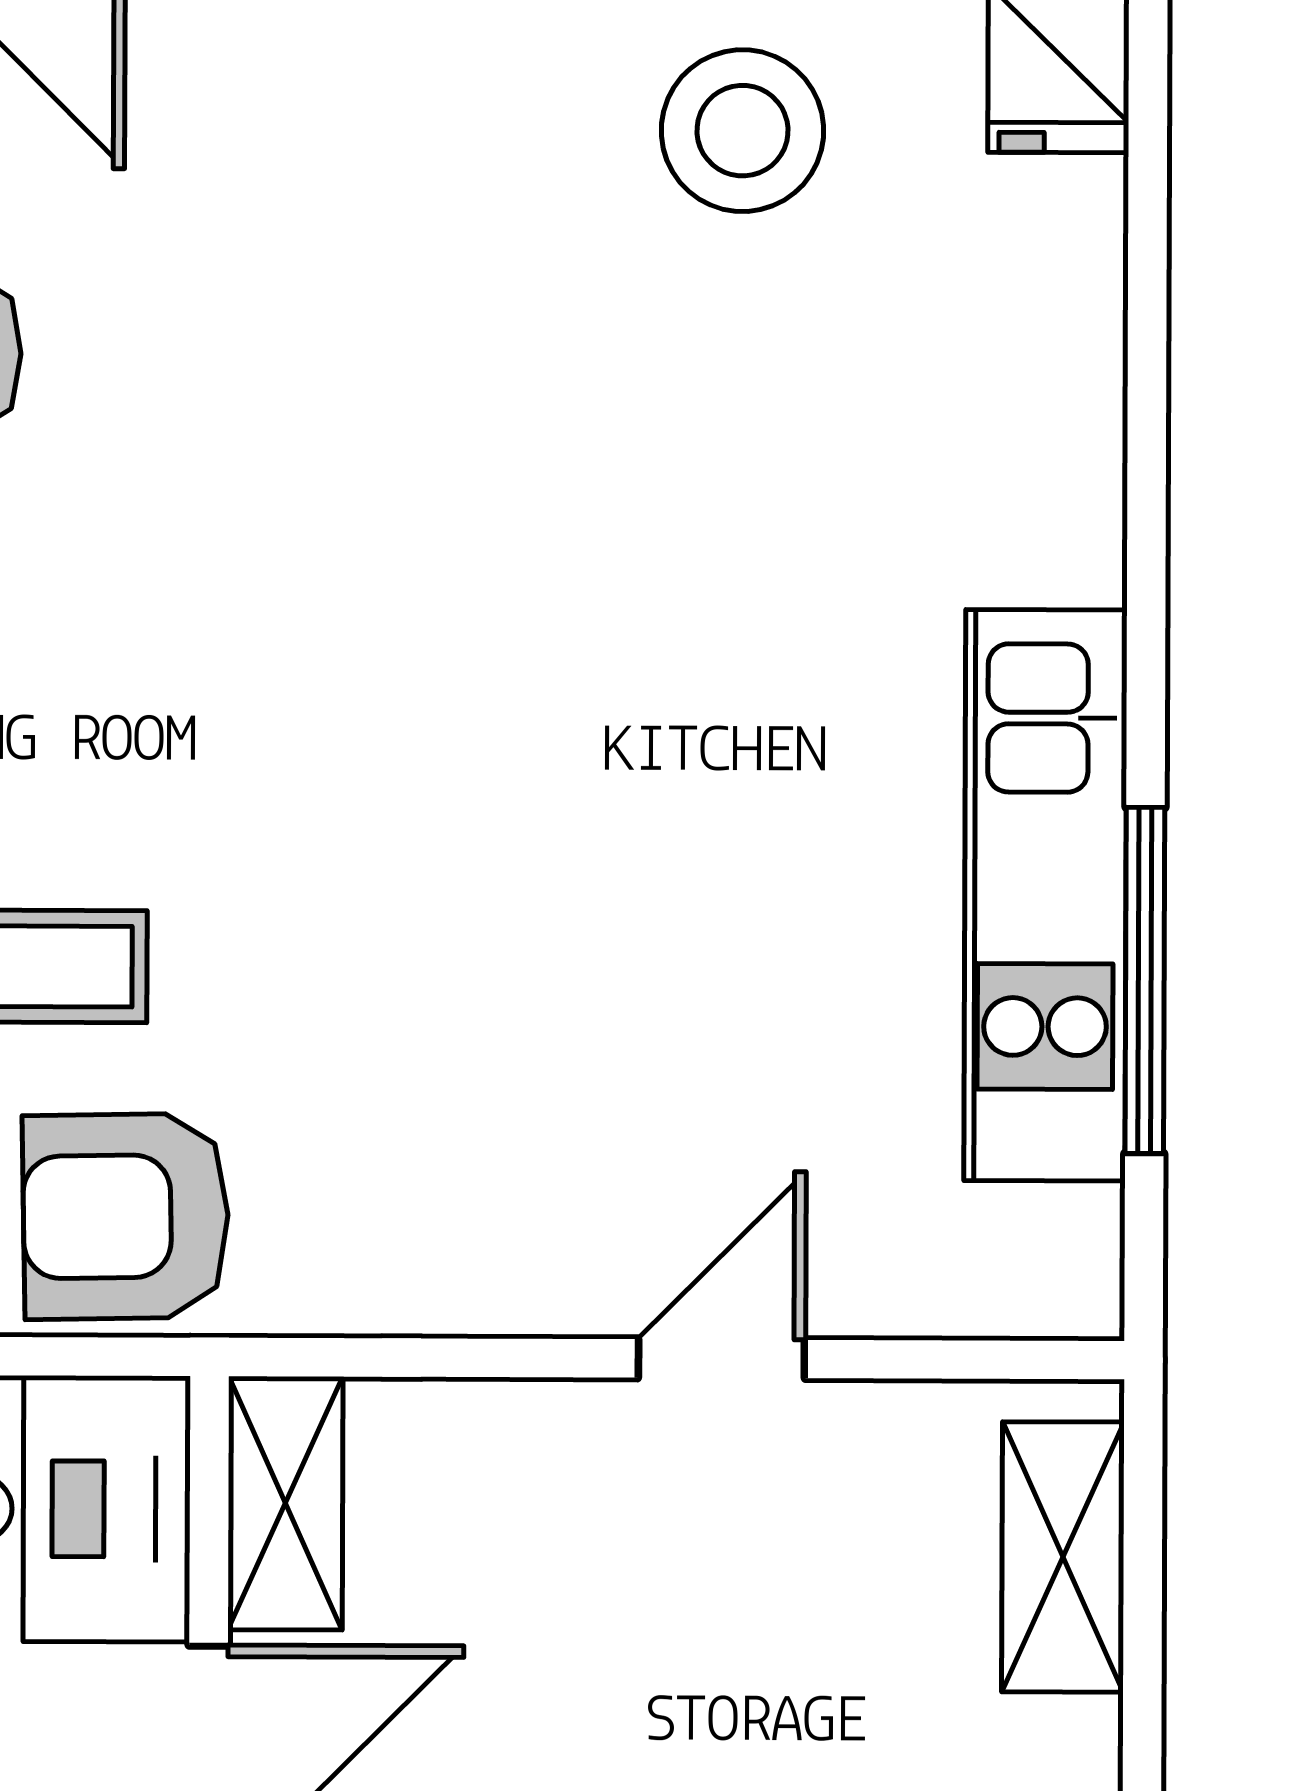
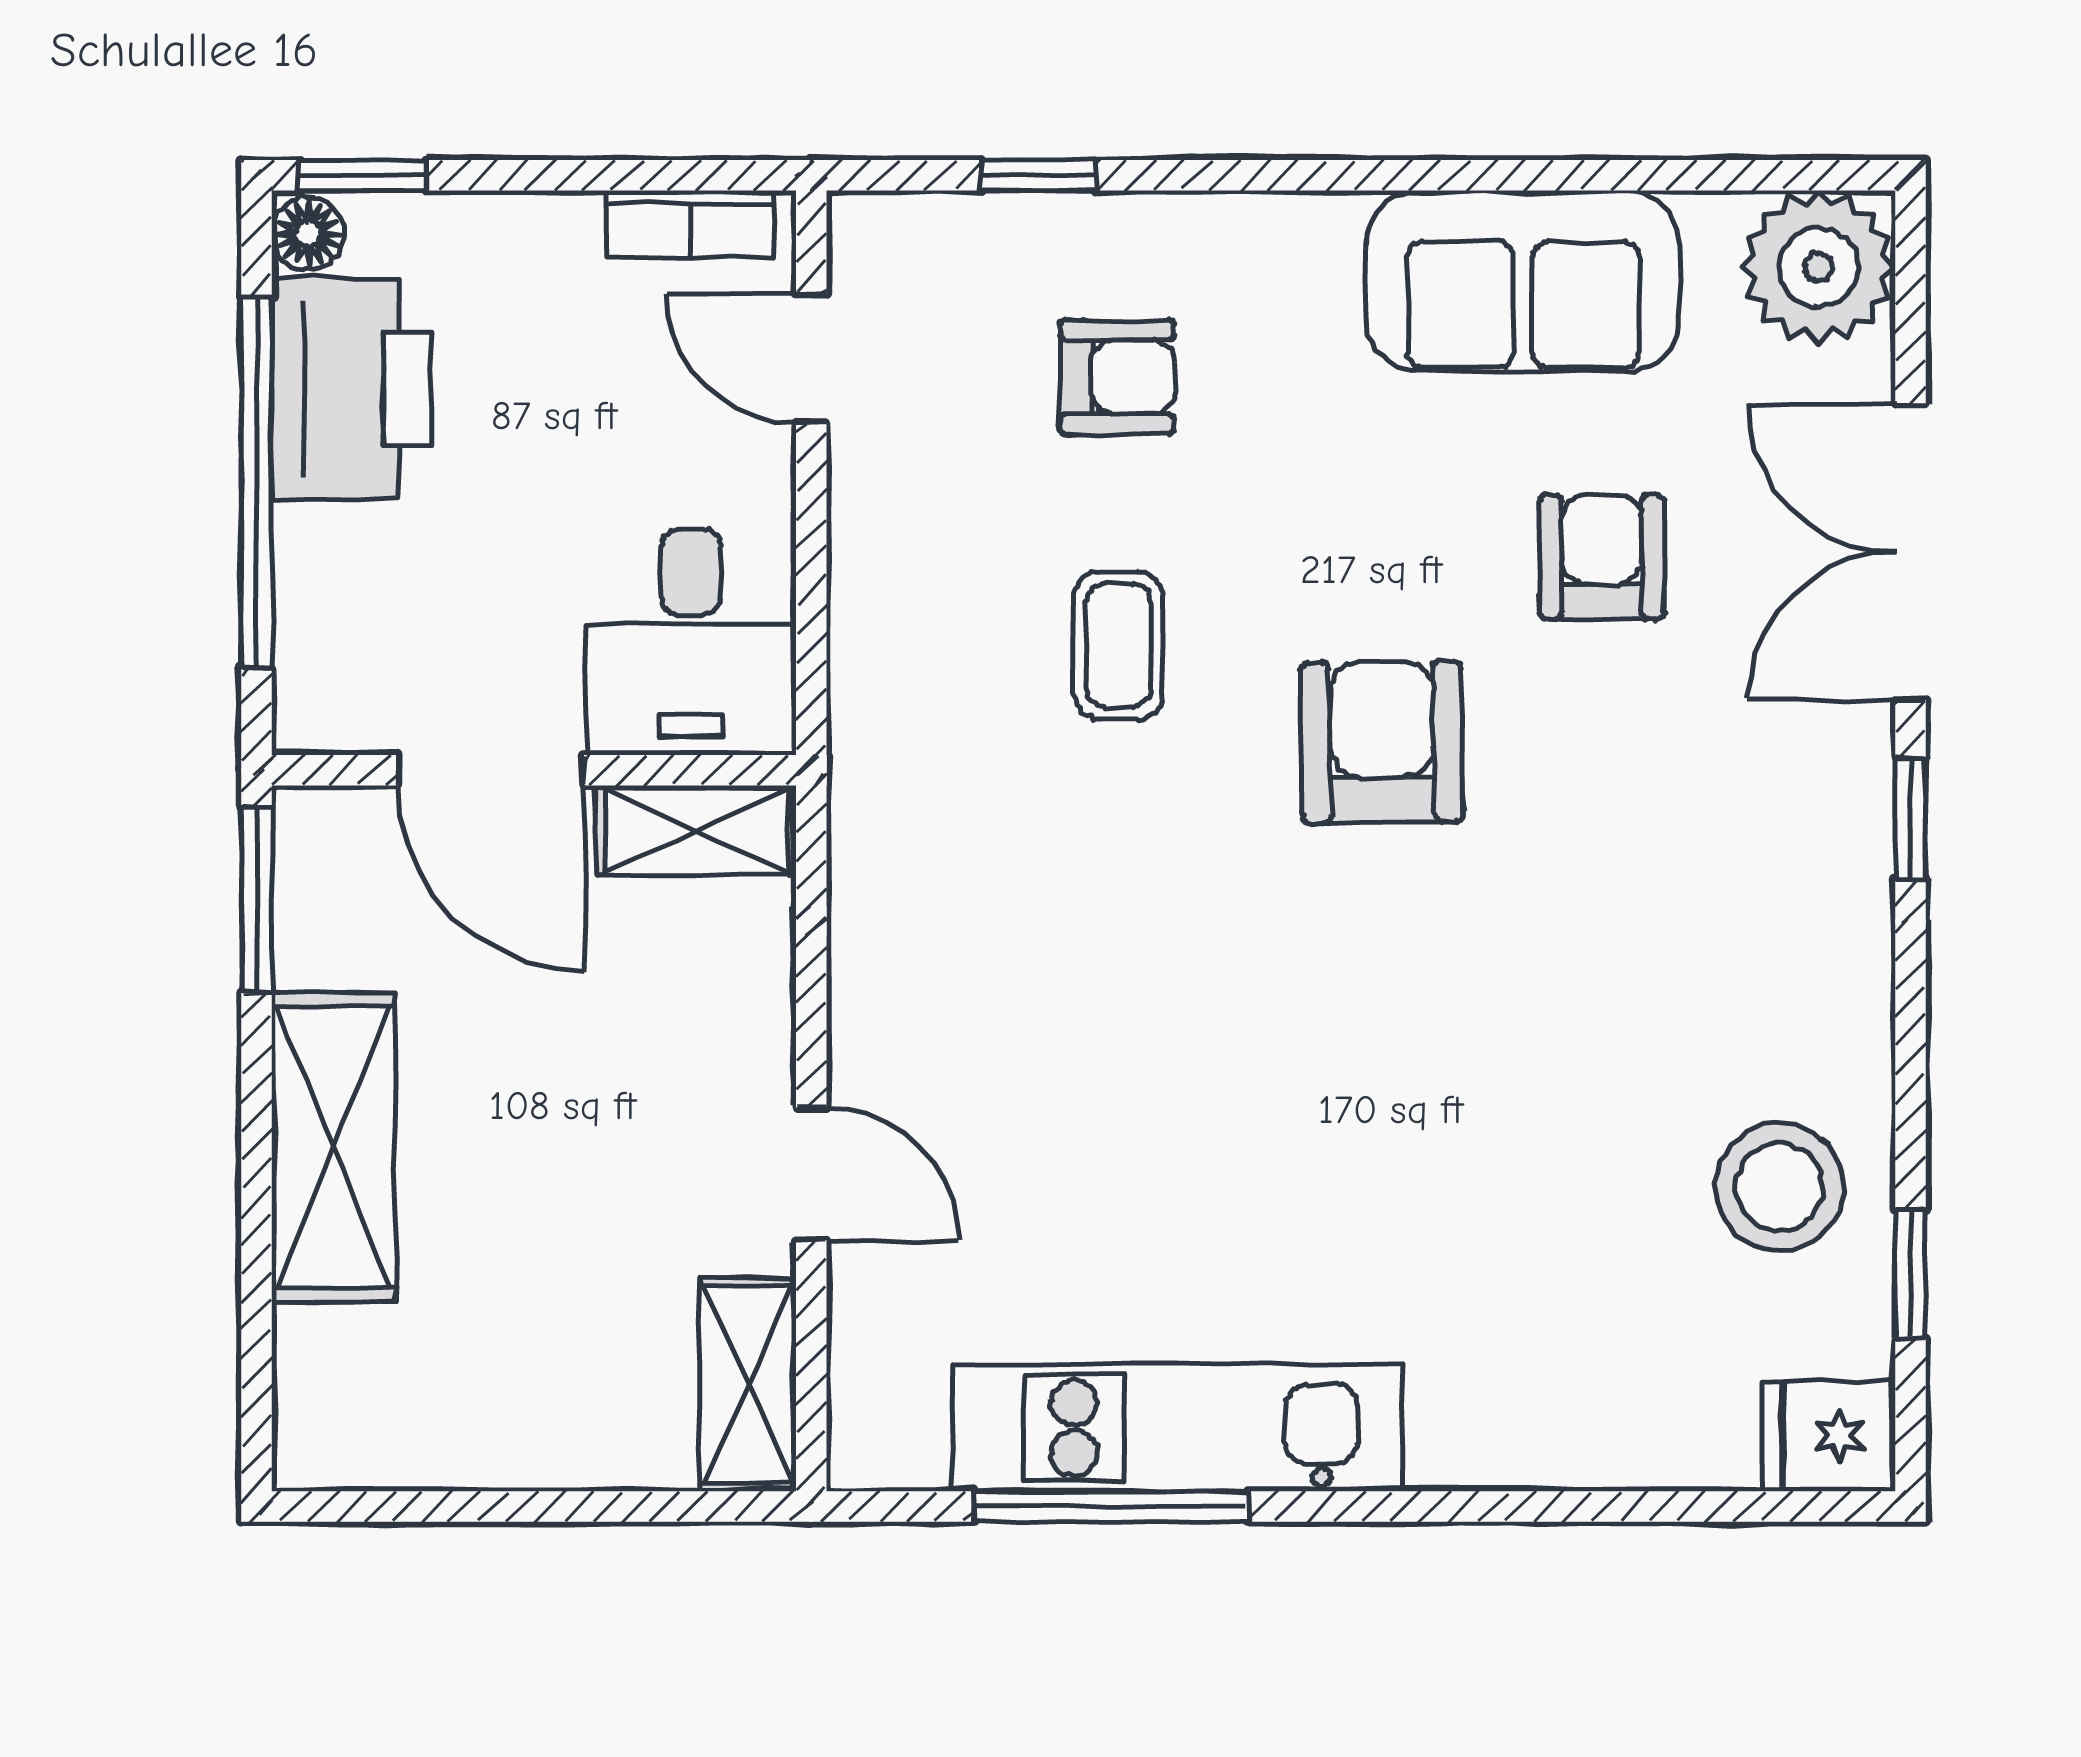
armchair: (126, 1216) -> (1382, 742), moved
shelving: (1063, 1557) -> (748, 1385), moved, turned 90

